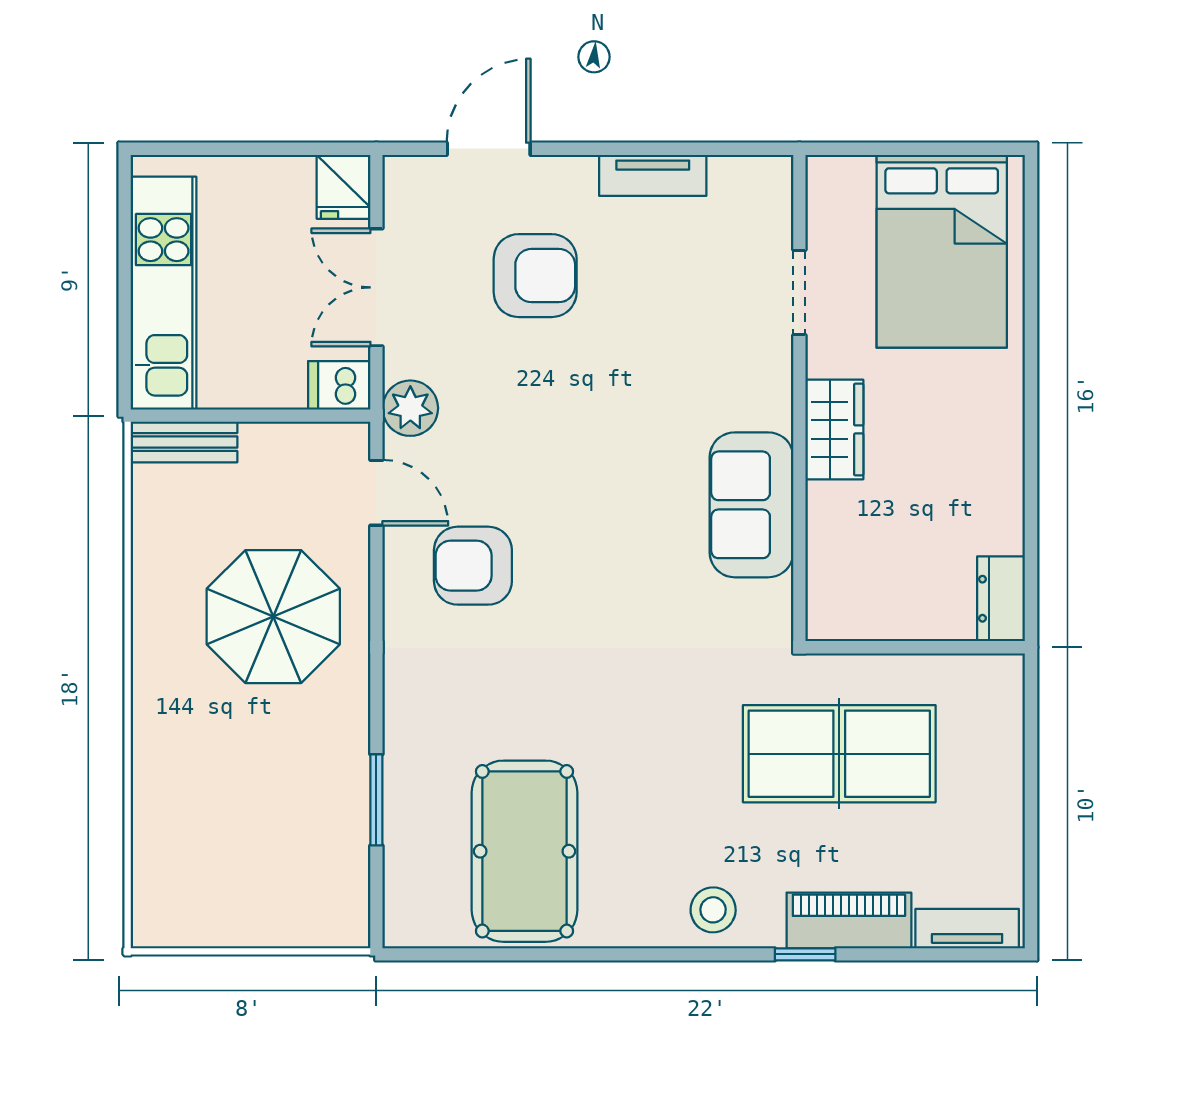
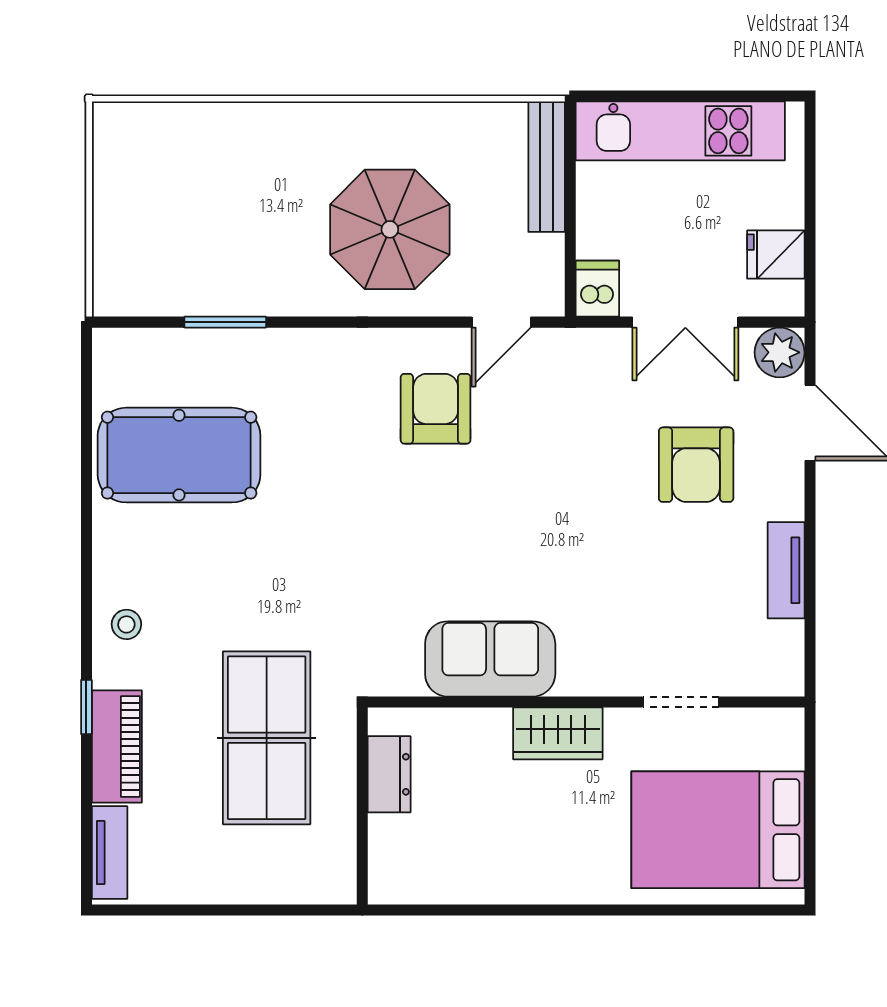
fridge: (344, 187) -> (776, 255), moved
double door: (376, 287) -> (685, 322), swing flipped
plant: (410, 408) -> (780, 352), moved
bench: (184, 442) -> (547, 167), width x1.36
dresser: (1001, 599) -> (389, 774), moved, turned 90
stool: (713, 910) -> (126, 624), width x0.73, depth x0.73

